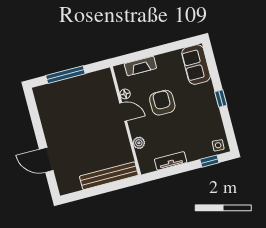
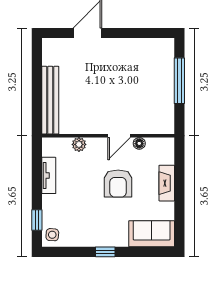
fireplace: (140, 66) -> (167, 183), moved
armchair: (162, 103) -> (118, 183), turned 90

